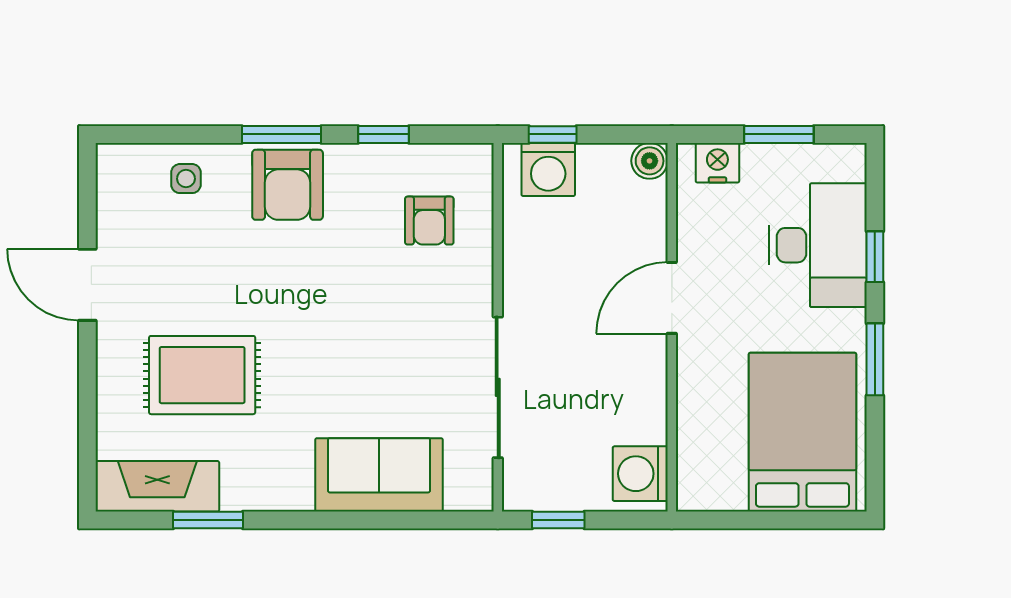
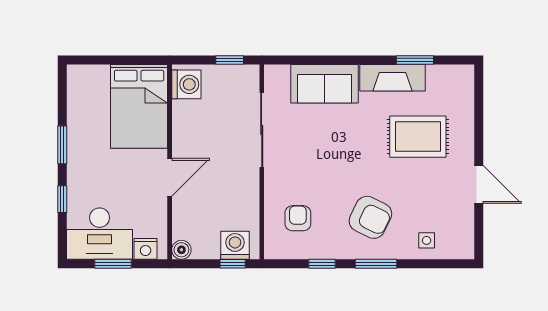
armchair: (288, 185) -> (370, 217), moved, turned 116
desk: (818, 245) -> (99, 234), moved, turned -90
bed: (802, 432) -> (139, 106), moved
fireplace: (157, 486) -> (393, 78), moved

